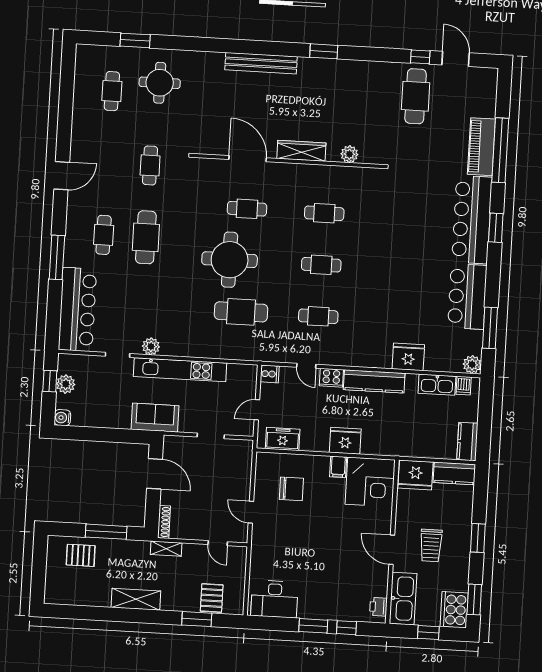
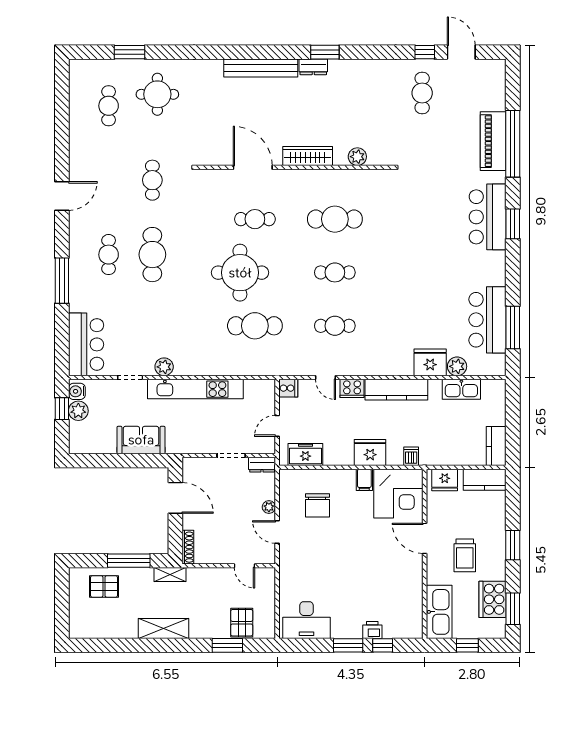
dresser: (312, 65) -> (313, 67), added
cafe table: (416, 96) -> (422, 93), width x0.73, depth x0.74
cafe table: (324, 213) -> (335, 219), width x1.37, depth x1.35
bar counter: (472, 220) -> (488, 217), width x0.73
bar counter: (467, 296) -> (487, 320), moved
bar counter: (77, 309) -> (86, 344), width x0.73
plant: (472, 364) -> (457, 366), moved
dishwasher: (464, 386) -> (411, 456), moved, turned 180
water cooler: (62, 418) -> (77, 391), moved
sofa: (155, 418) -> (141, 440), moved
dresser: (240, 446) -> (262, 465), added
fridge: (416, 475) -> (445, 480), width x0.73, depth x0.75
plant: (244, 488) -> (269, 507), added
chair: (291, 489) -> (317, 505), turned 90
shelving: (166, 549) -> (170, 575), moved
door: (392, 550) -> (425, 538), moved
printer: (378, 607) -> (372, 630), moved, turned 90
cooker: (454, 610) -> (493, 599), moved

